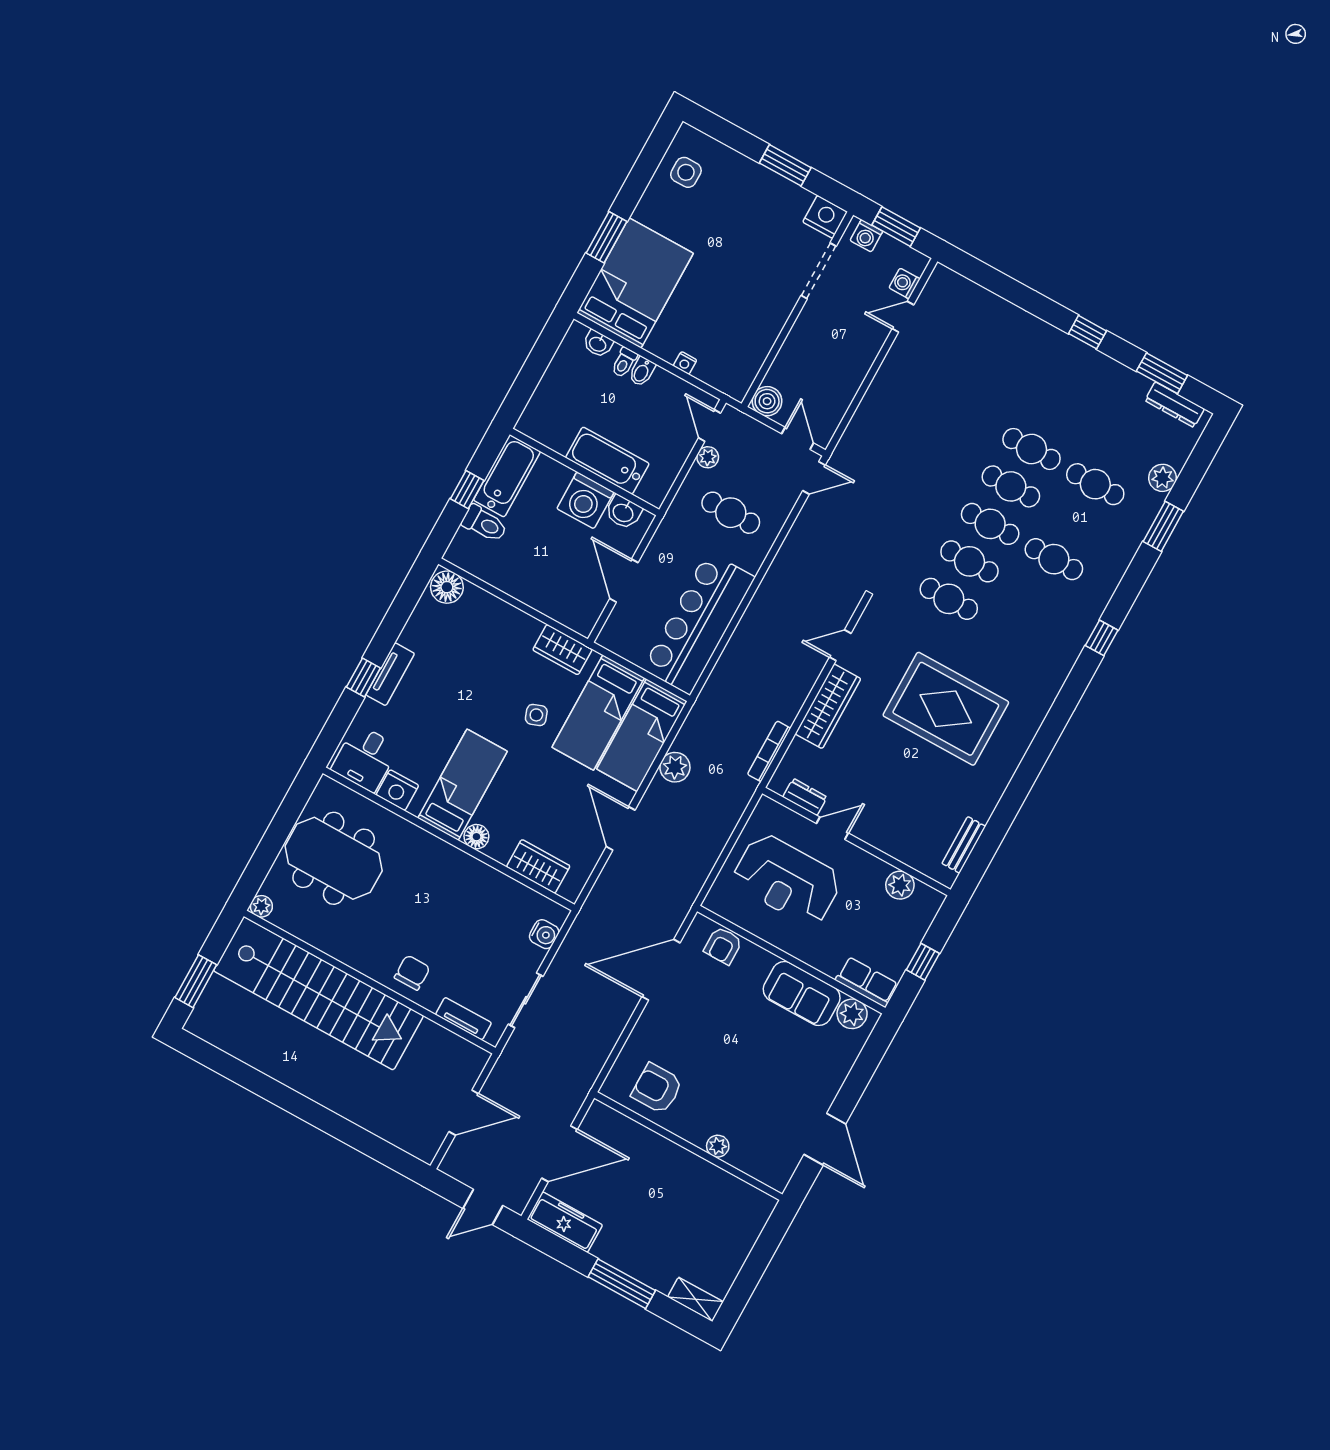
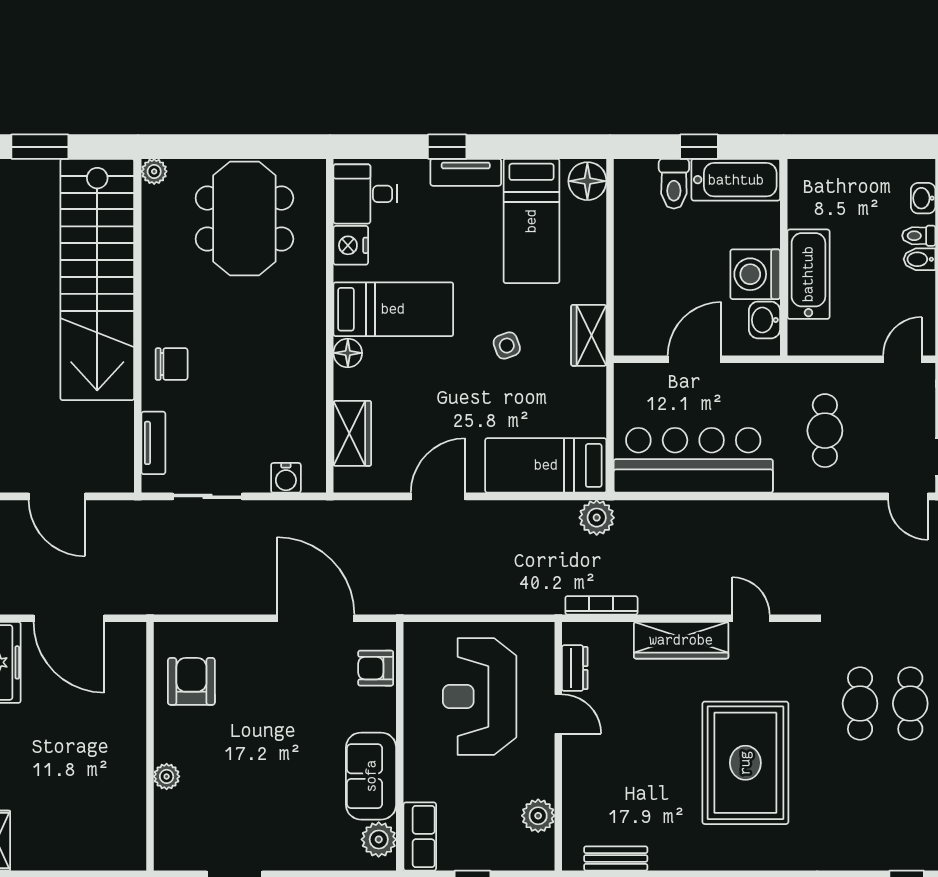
plant: (708, 457) -> (869, 375), removed
bed: (598, 713) -> (531, 221), moved, turned -90
plant: (675, 767) -> (597, 518), moved

